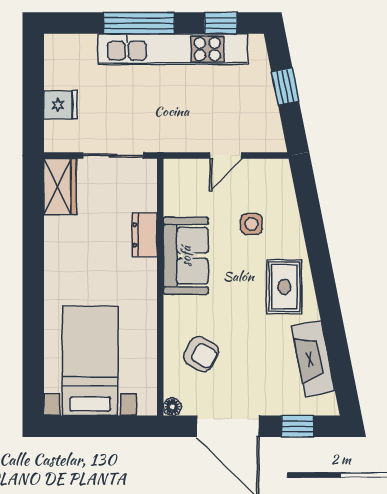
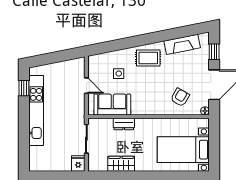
window: (139, 23) -> (24, 127), removed
window: (285, 87) -> (54, 58), removed
fridge: (61, 105) -> (78, 164), moved
wardrobe: (60, 187) -> (121, 164), moved
sofa: (186, 256) -> (112, 104), moved

